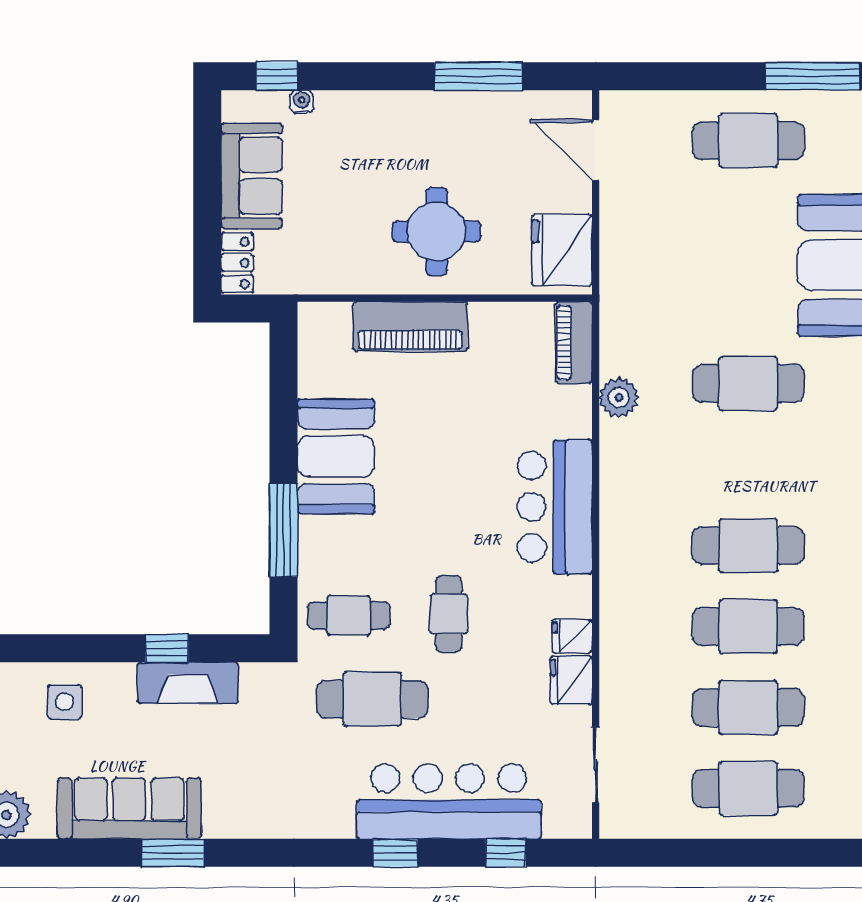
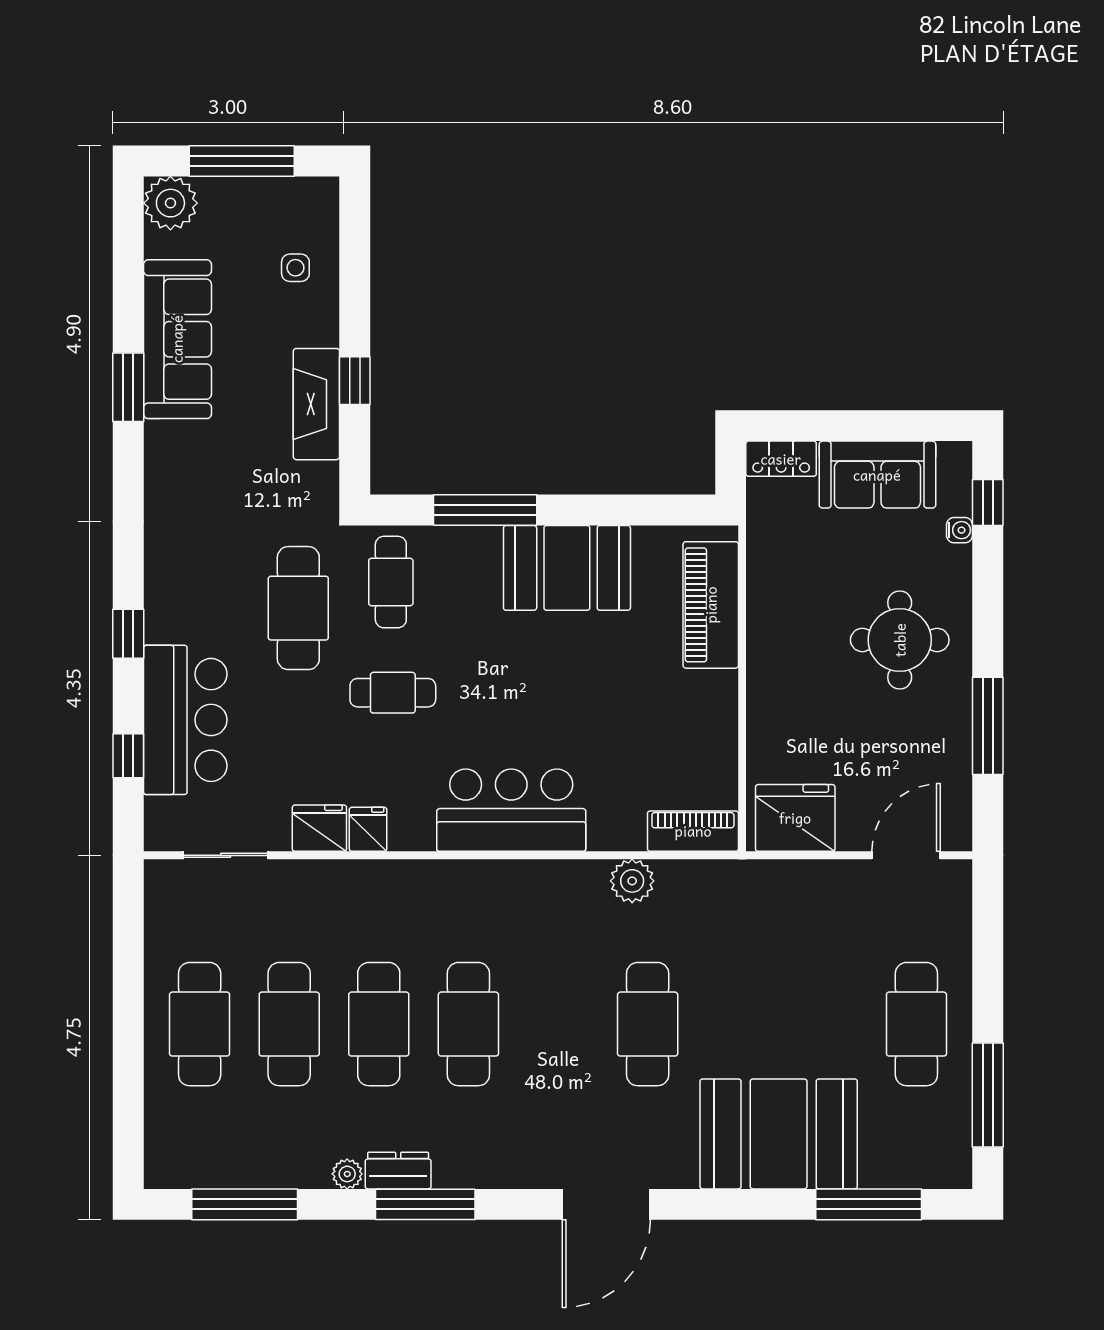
round table: (437, 231) -> (900, 640), moved
piano: (410, 326) -> (711, 605), moved
side table: (65, 702) -> (295, 268), width x0.73, depth x0.73
bar counter: (449, 801) -> (185, 720), width x0.73

